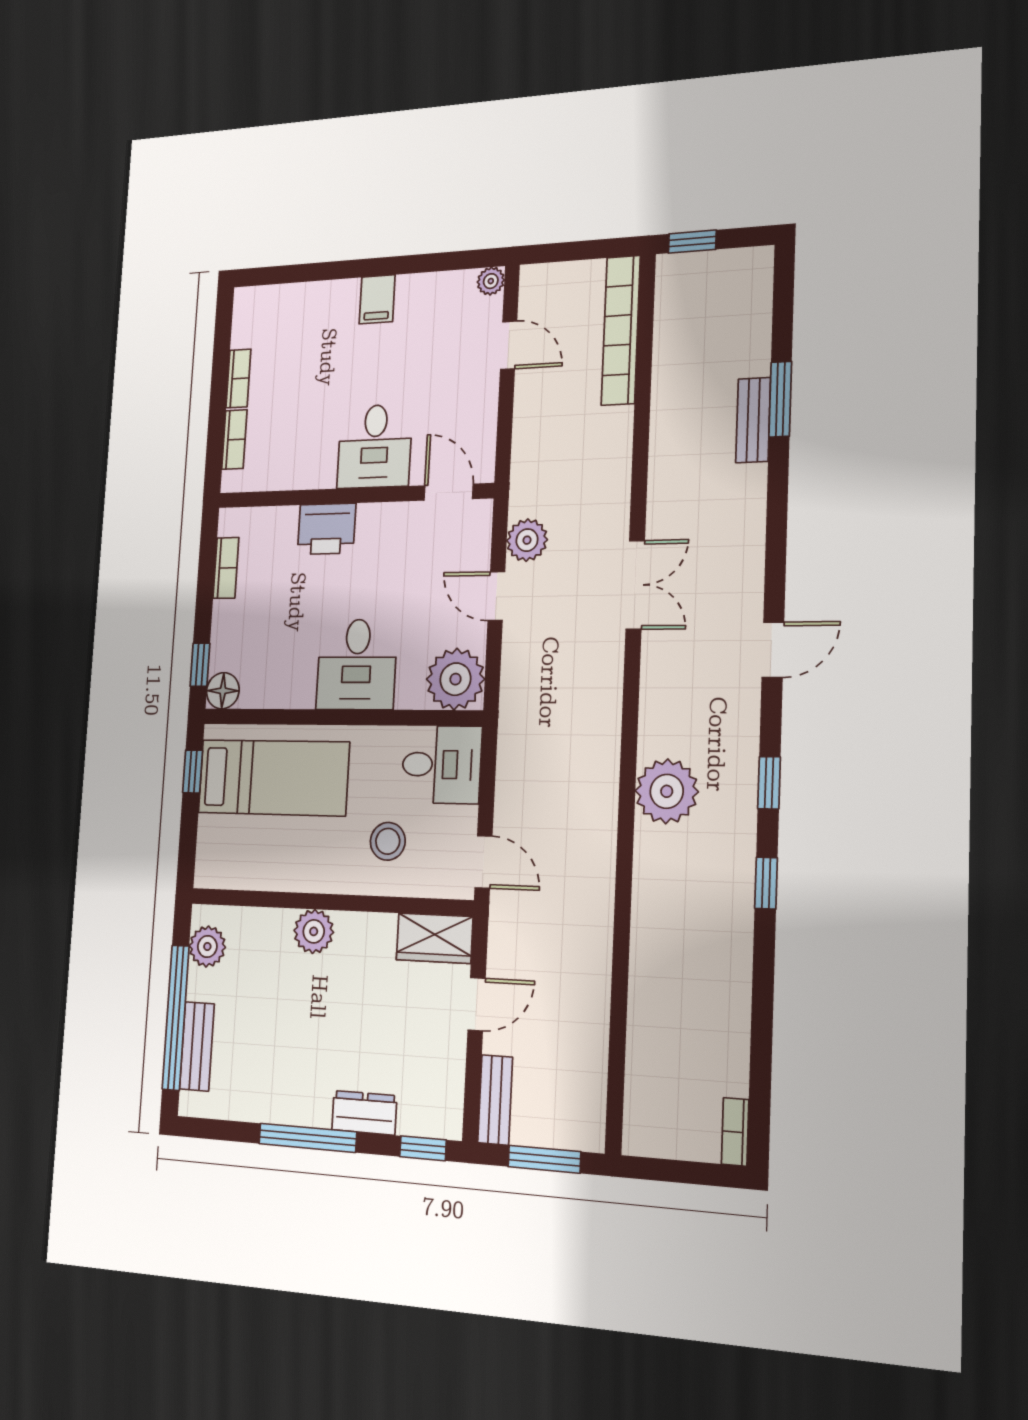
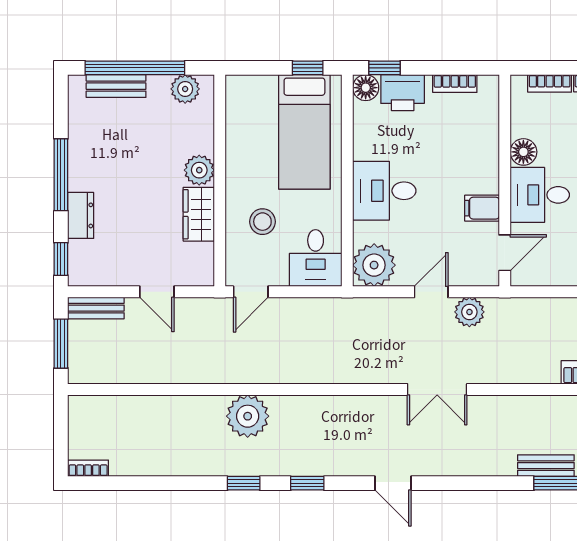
floor lamp: (318, 471) -> (523, 152), added
filing cabinet: (387, 526) -> (482, 208), added
printer: (327, 529) -> (403, 93), moved, turned -90
plant: (667, 791) -> (248, 416), moved
wardrobe: (435, 938) -> (199, 214), moved

